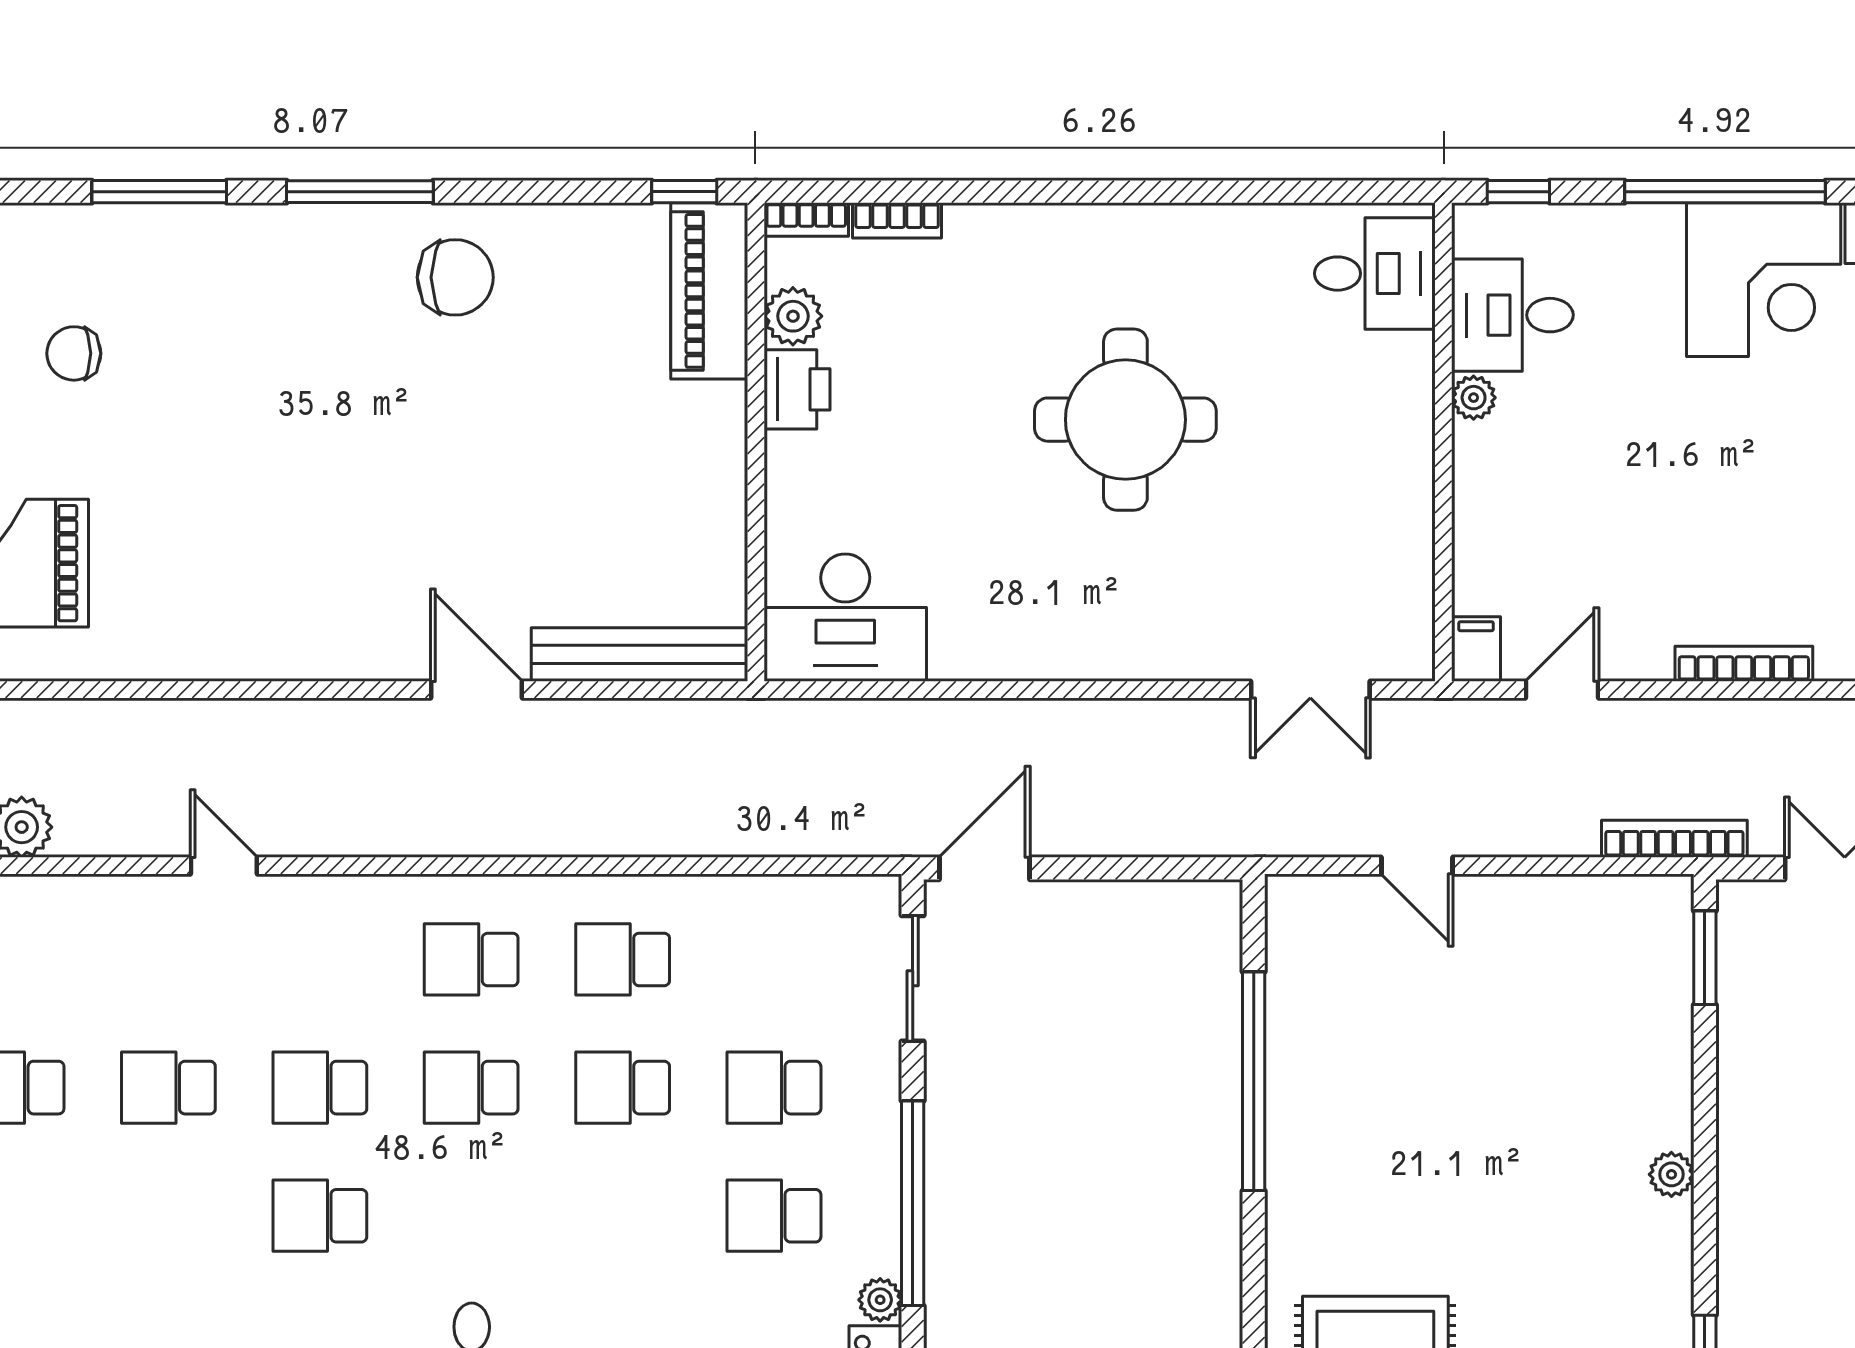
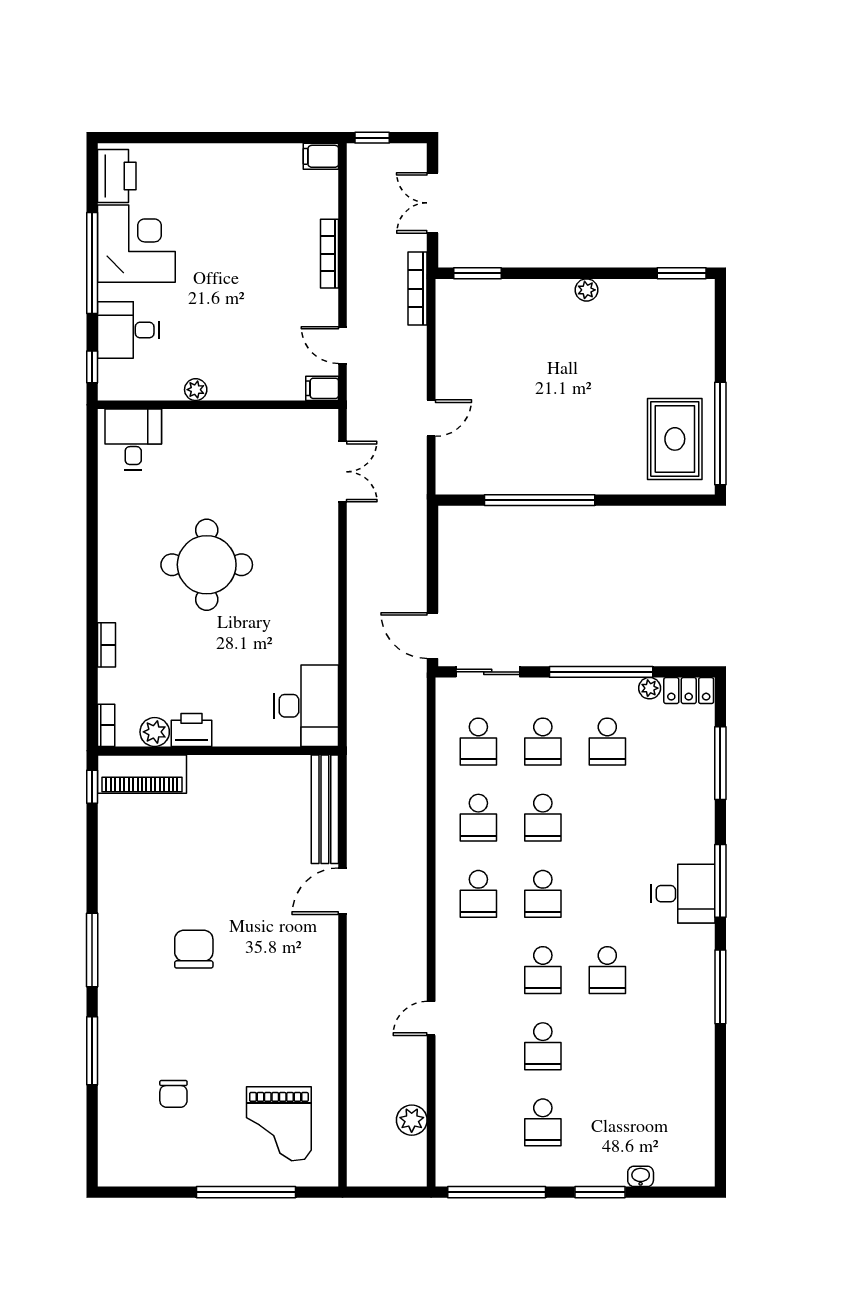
bookcase: (897, 220) -> (107, 645), moved
chair: (455, 277) -> (194, 949), moved
desk: (1512, 315) -> (128, 330), moved, turned 90
school desk: (774, 959) -> (478, 742), added

